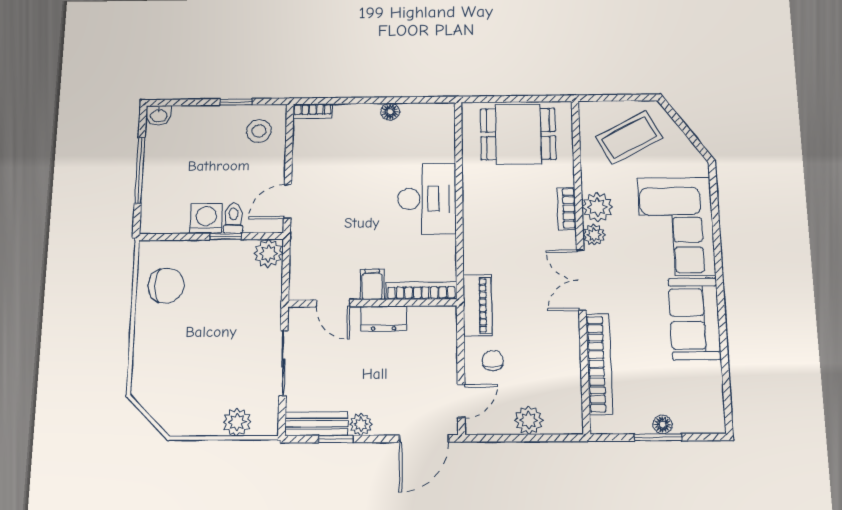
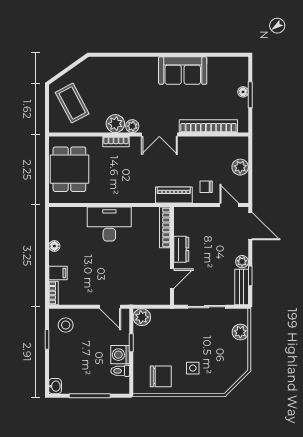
toilet: (233, 218) -> (120, 371), moved
corner sofa: (676, 226) -> (128, 78), removed
filing cabinet: (372, 284) -> (58, 273), moved, turned 180
chair: (166, 286) -> (161, 376), turned 90
side table: (178, 340) -> (193, 368), added

